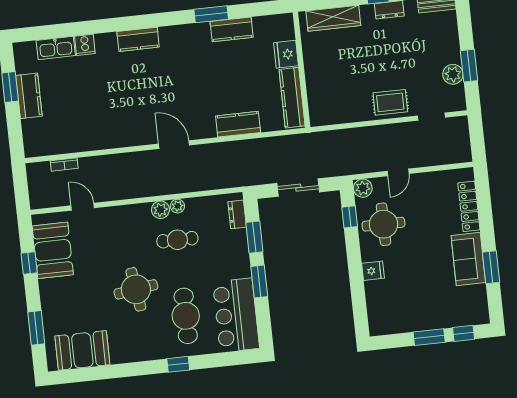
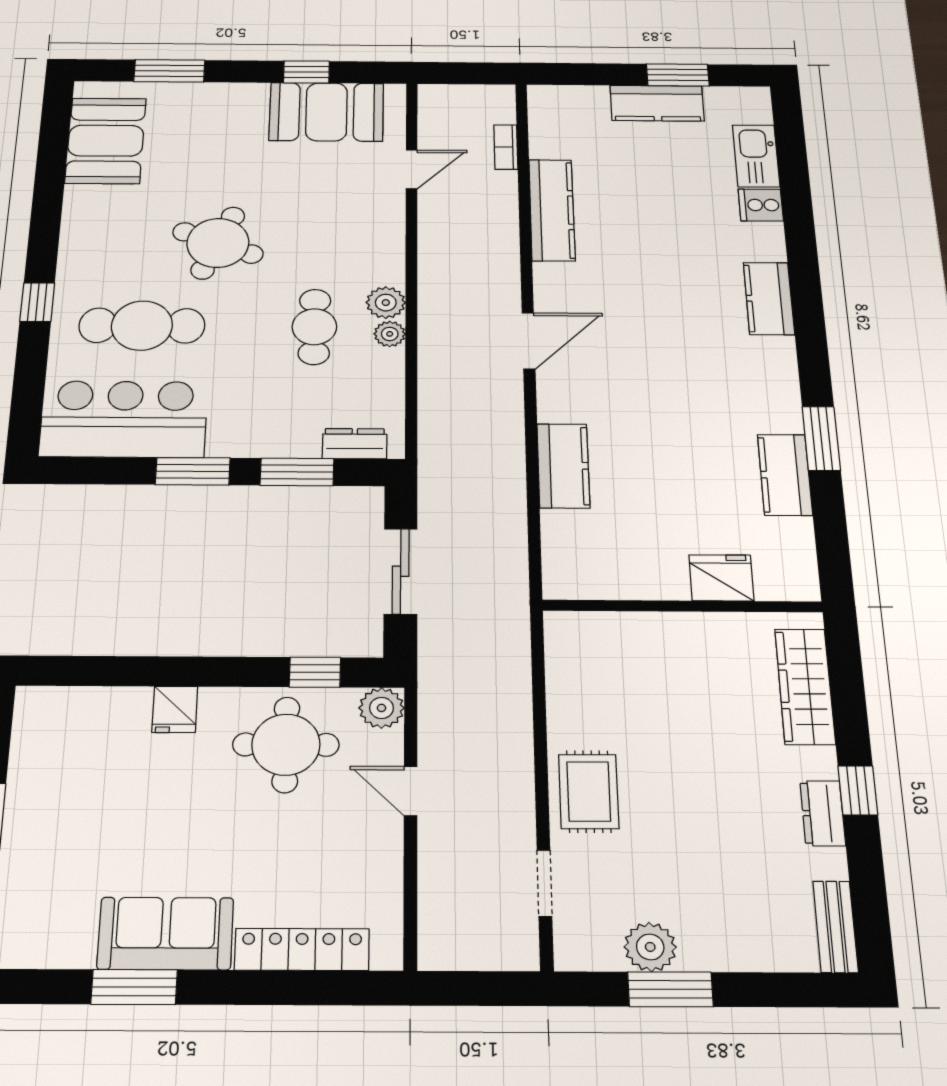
kitchen counter: (292, 98) -> (552, 210), moved, turned 90
round table: (136, 289) -> (218, 243), turned 30

